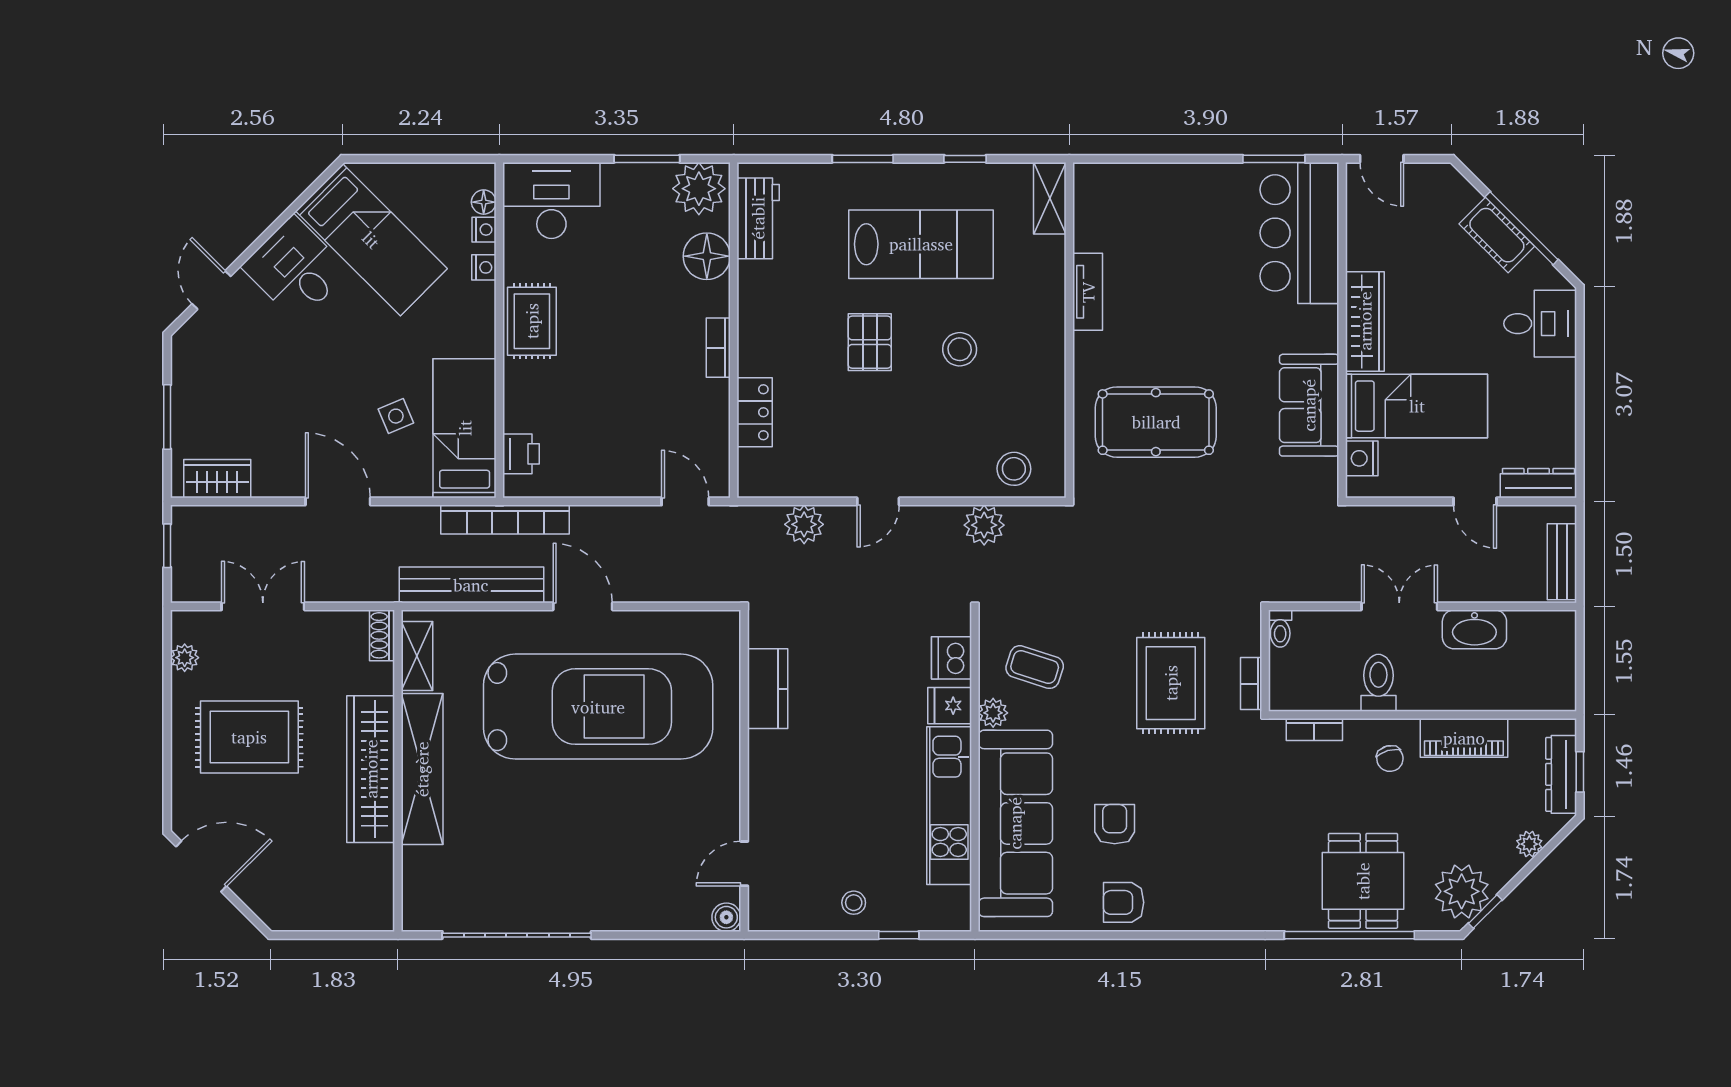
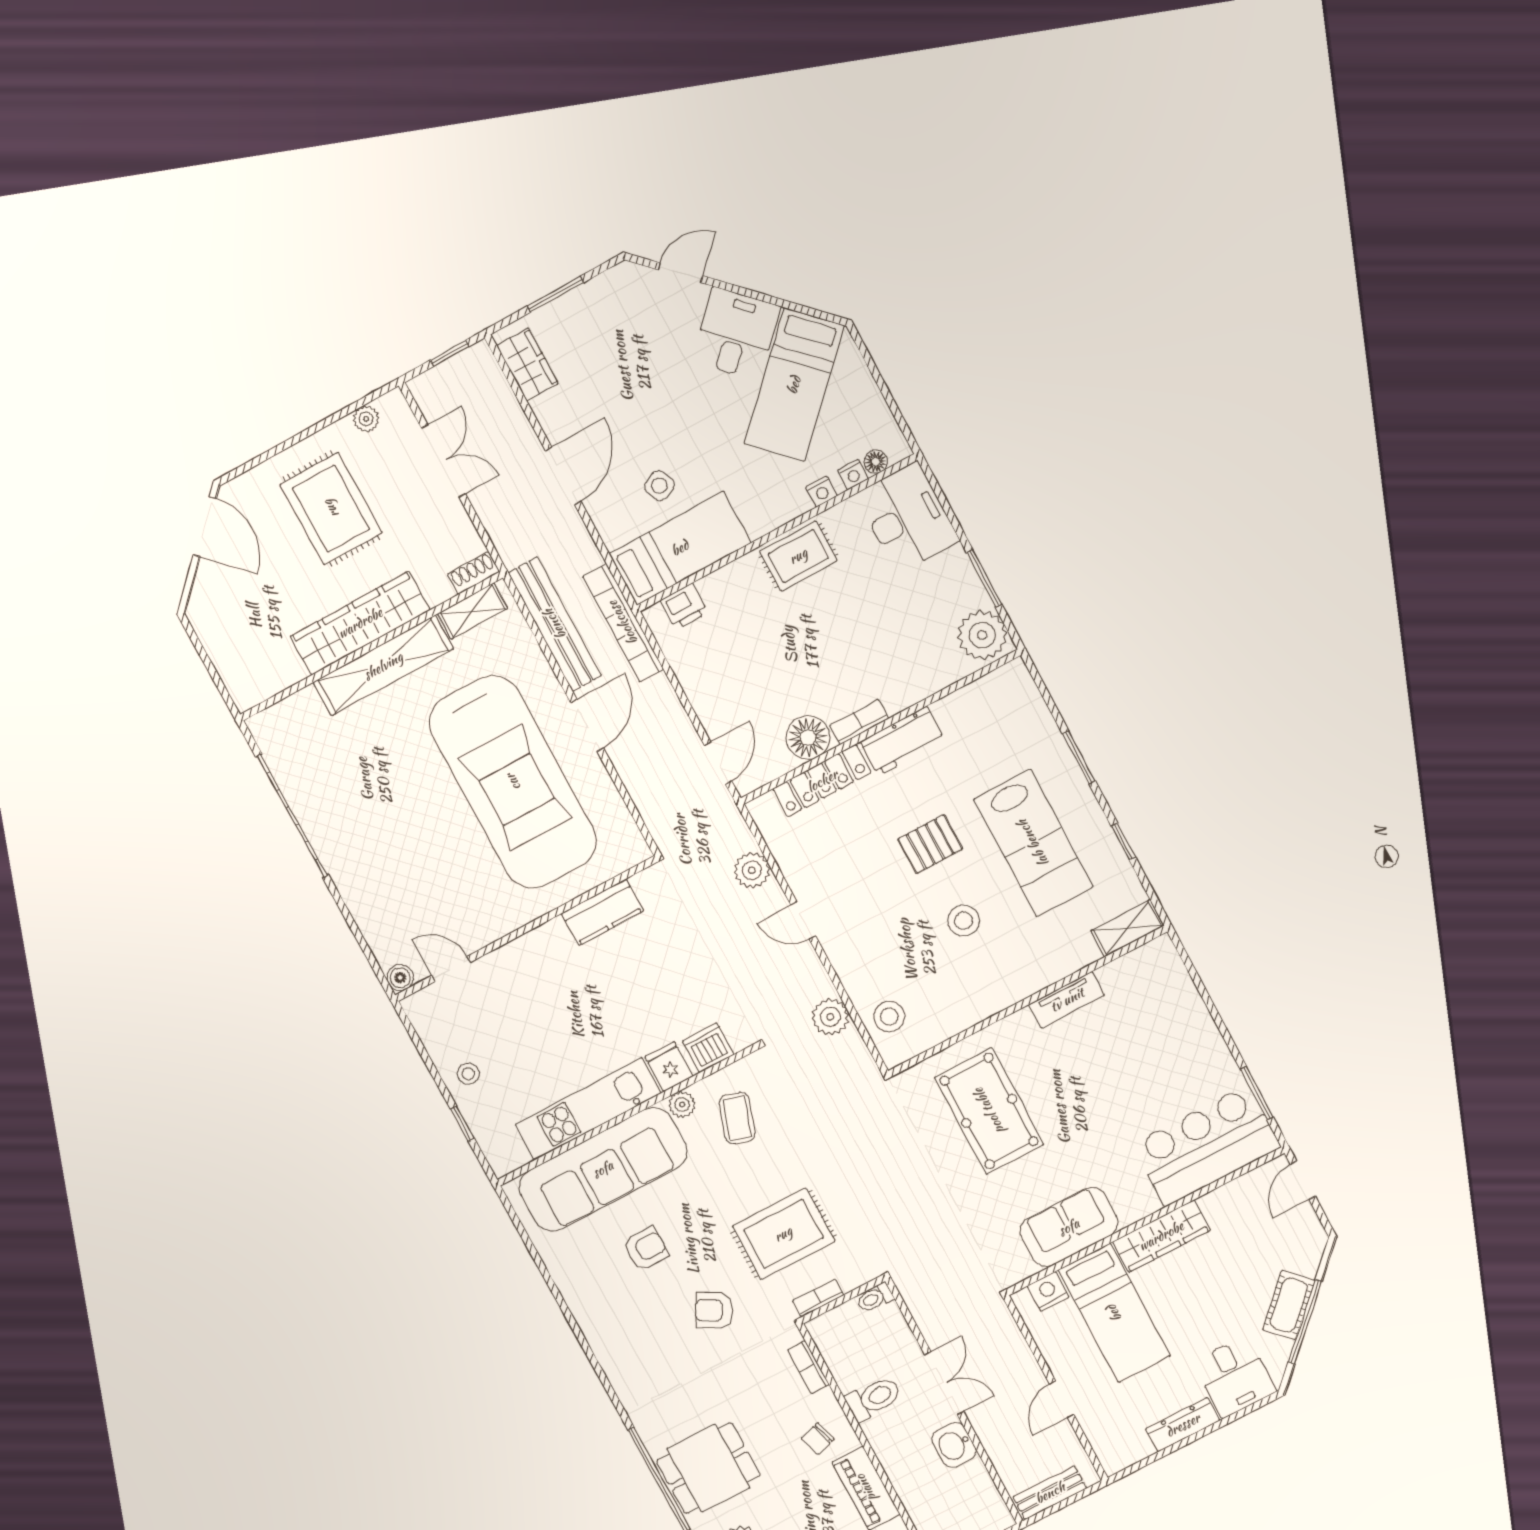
workbench: (758, 218) -> (902, 741), moved
floor lamp: (707, 256) -> (808, 737), moved
locker: (755, 412) -> (822, 781), width x1.53
dresser: (1538, 483) -> (1183, 1425), moved, turned -90
washbasin: (1474, 629) -> (954, 1445), width x0.72
armchair: (1124, 902) -> (714, 1310), moved, turned -61

